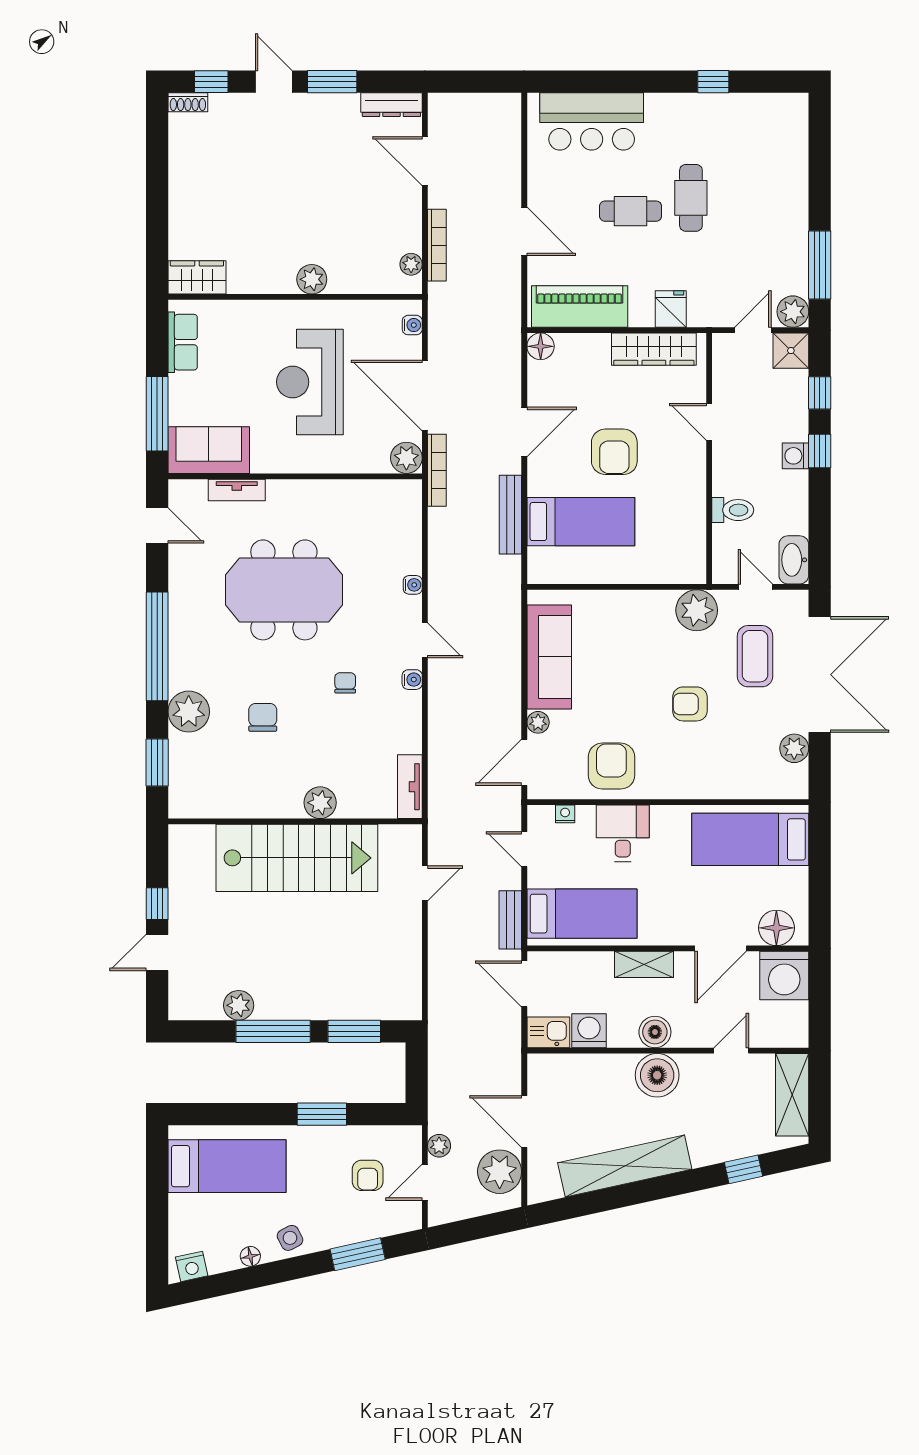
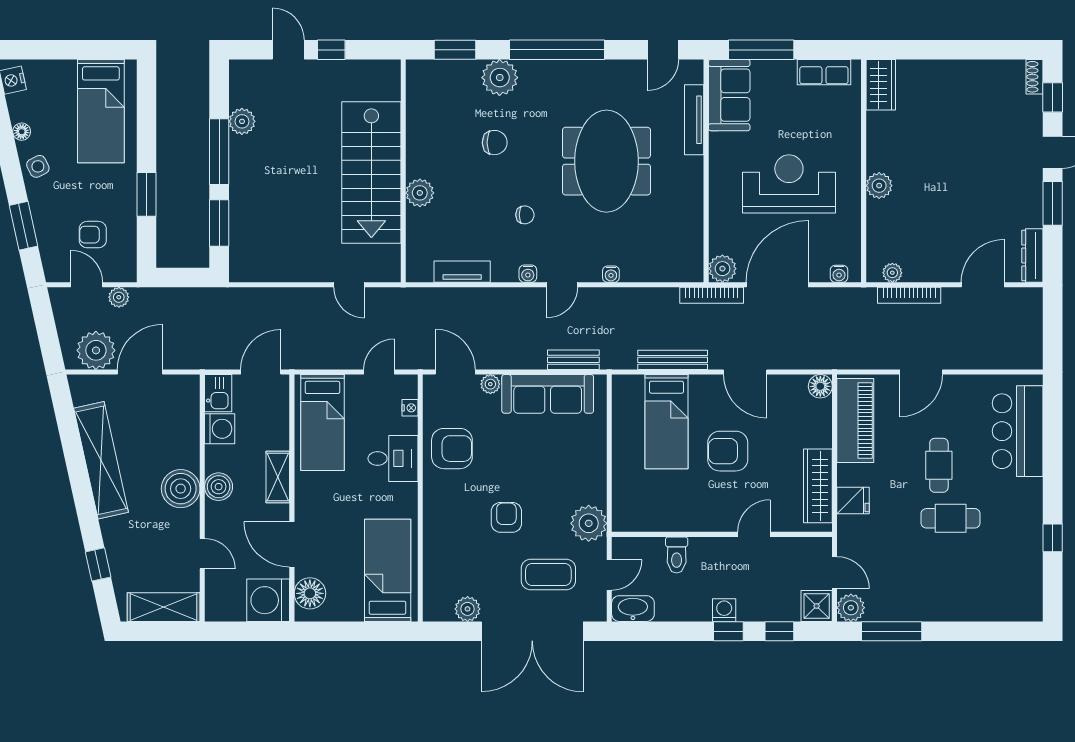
tv unit: (237, 490) -> (694, 120), width x1.41
tv unit: (410, 787) -> (462, 272), moved
bench: (510, 920) -> (573, 360), moved

